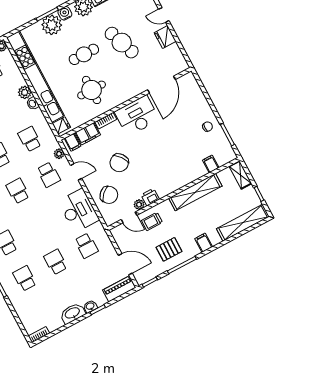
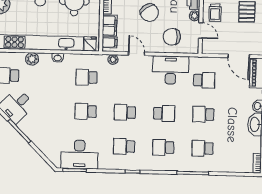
plant: (25, 92) -> (32, 59), moved
door: (76, 172) -> (137, 54), hinge flipped
school desk: (49, 175) -> (164, 113), moved
chair: (109, 195) -> (172, 37), turned -135
door: (129, 217) -> (201, 30), hinge flipped
door: (125, 264) -> (239, 56), swing flipped

